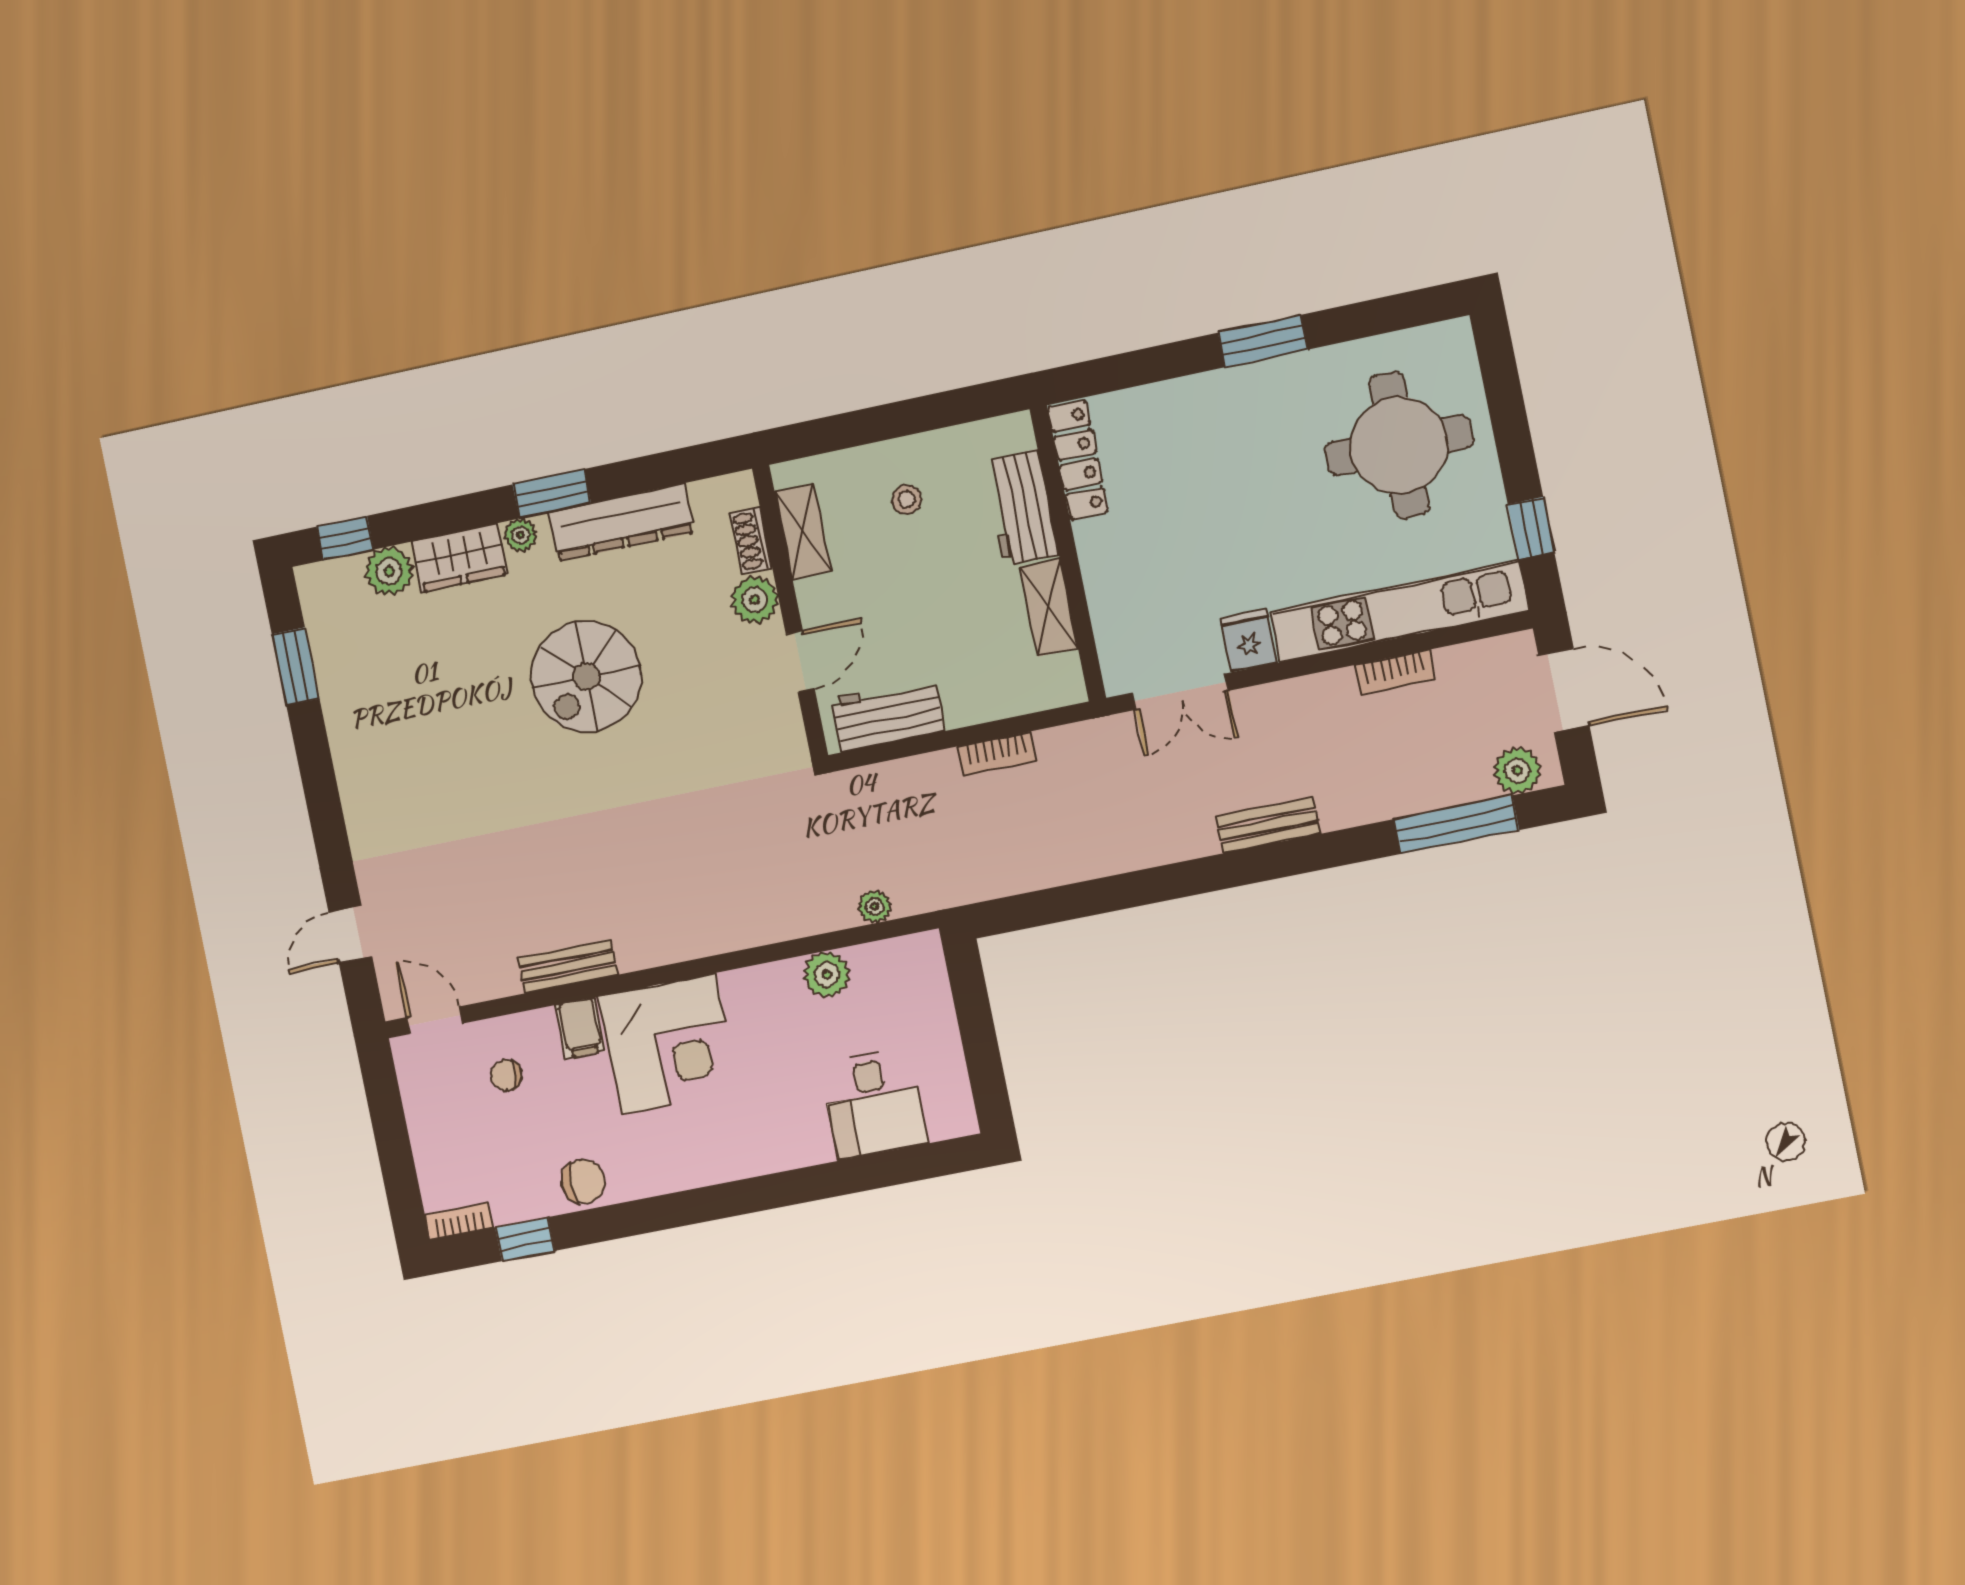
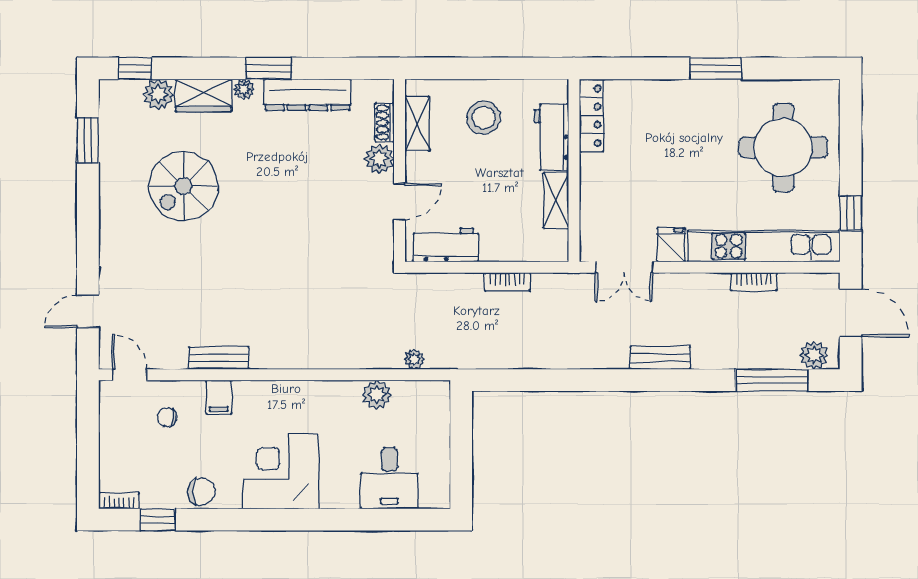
stool: (906, 500) -> (484, 118), width x1.89, depth x1.89
spiral stairs: (586, 677) -> (184, 186), moved
corner desk: (669, 1044) -> (281, 471), moved, turned 180

